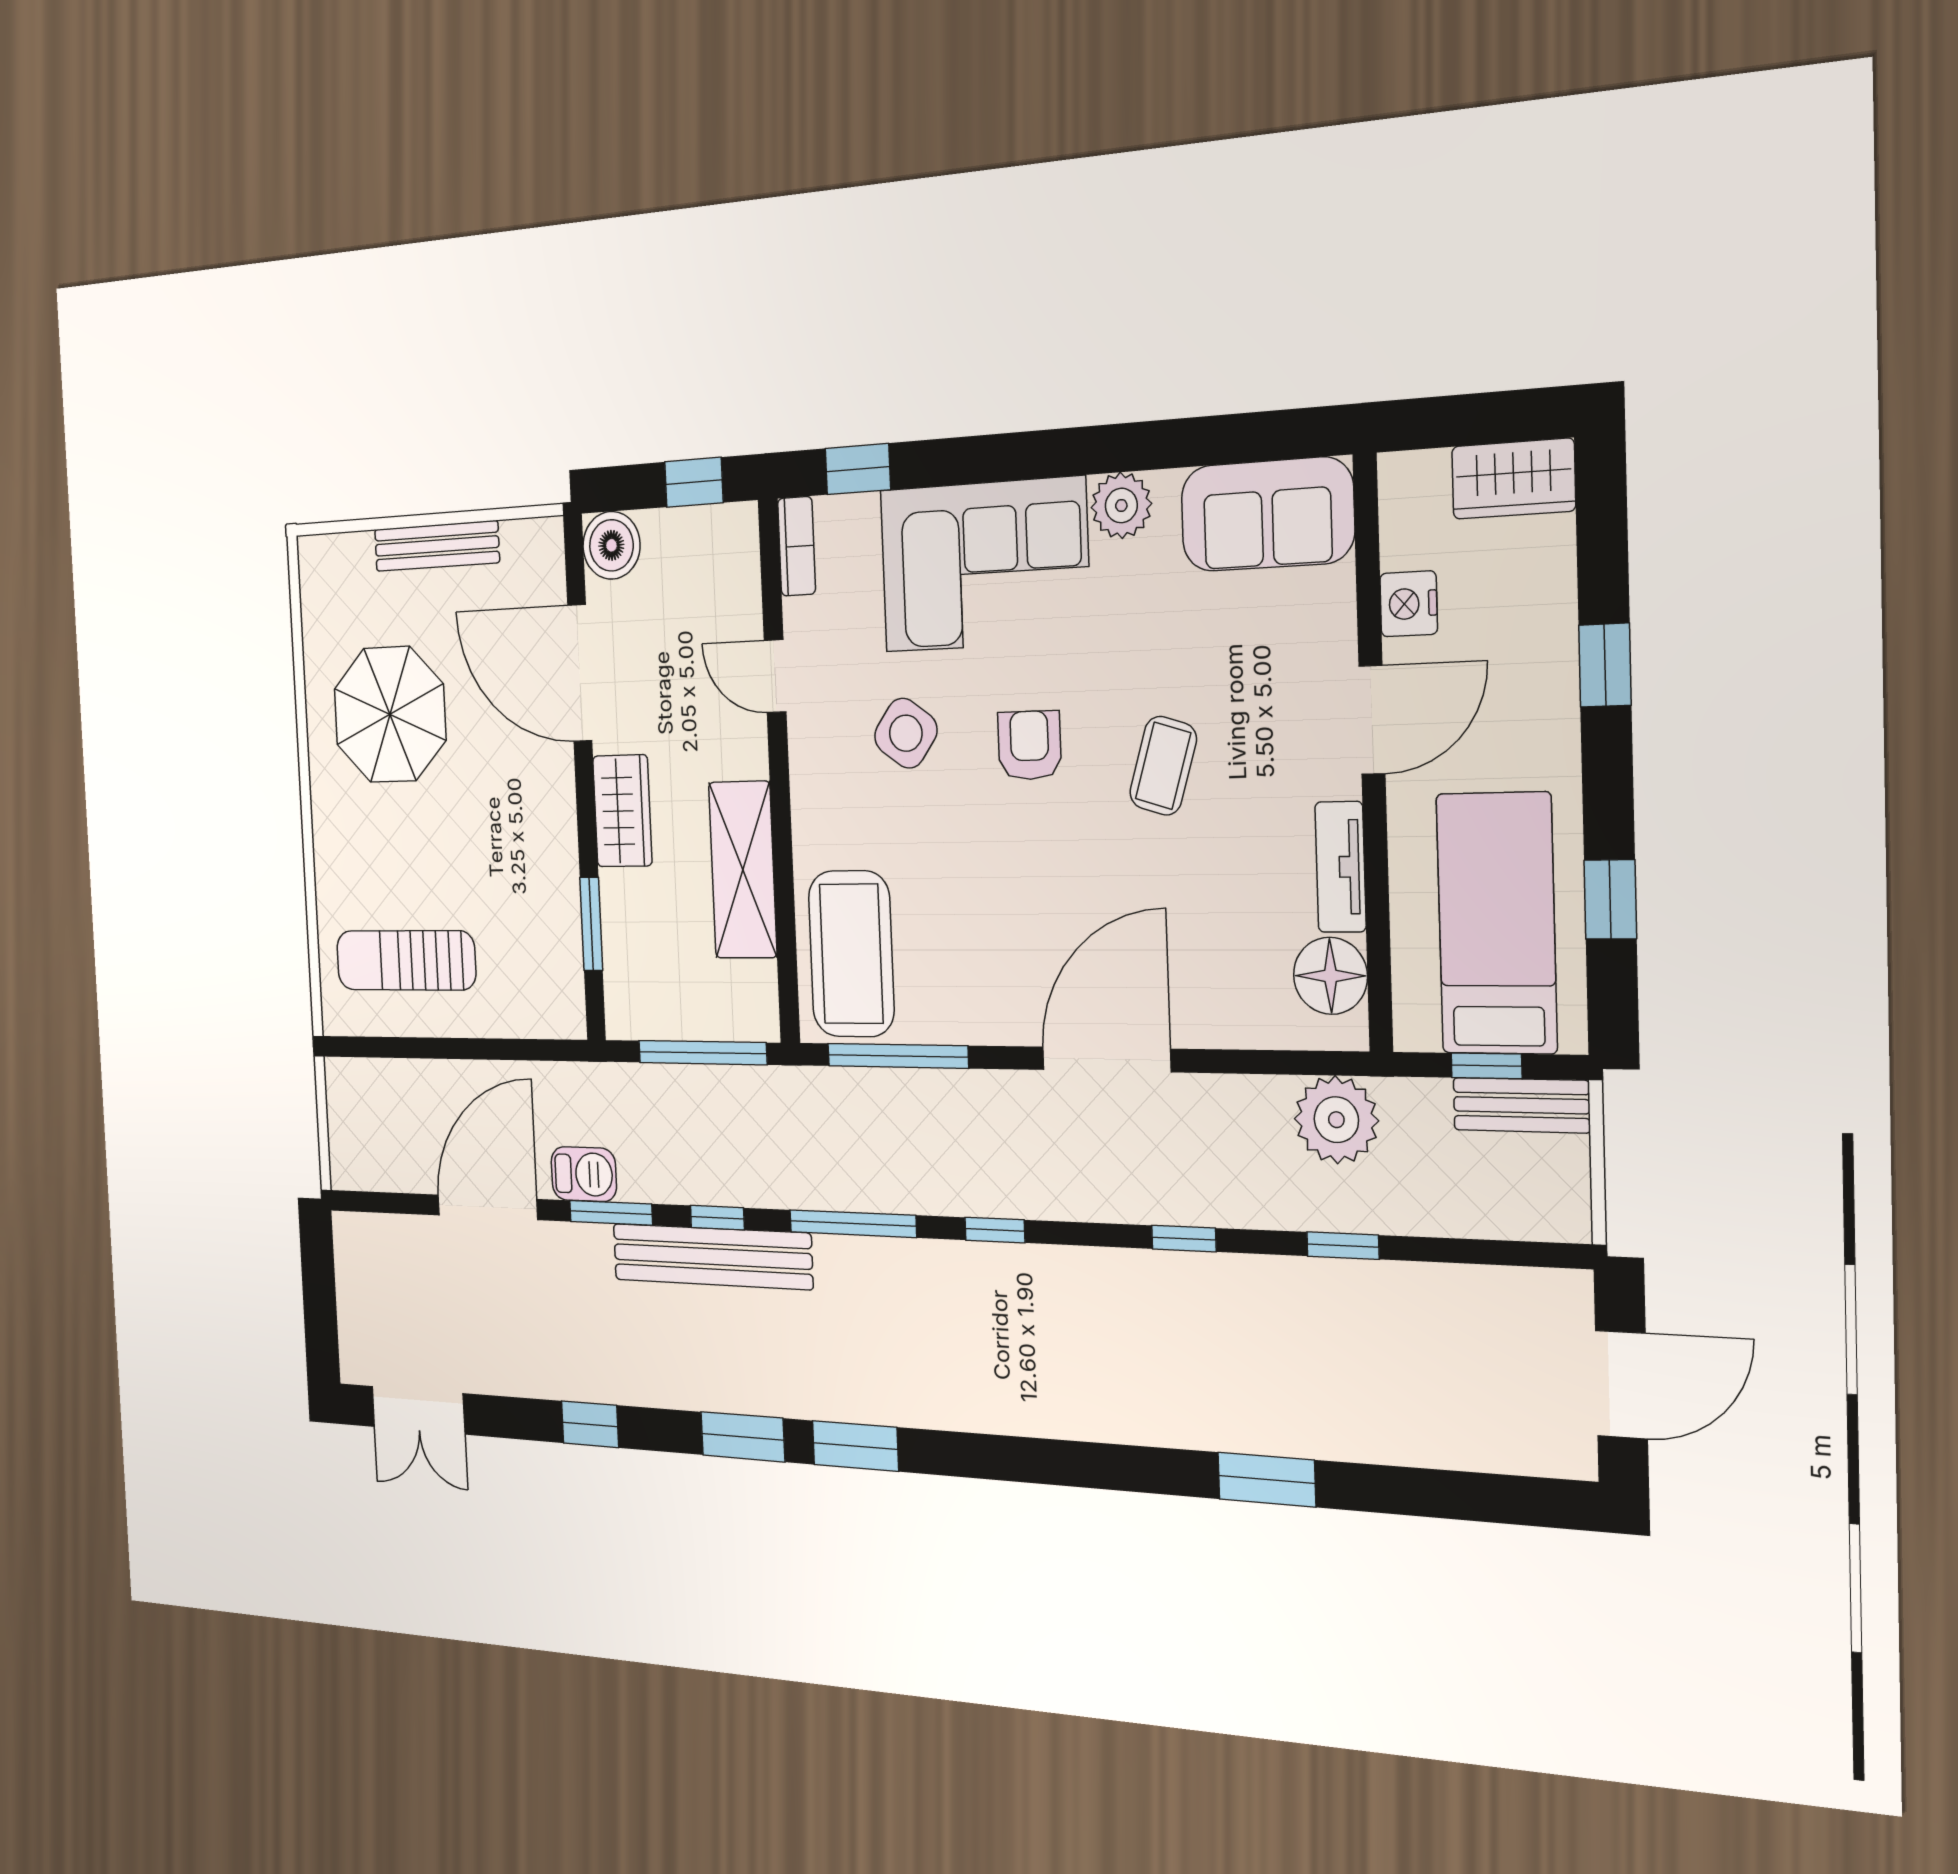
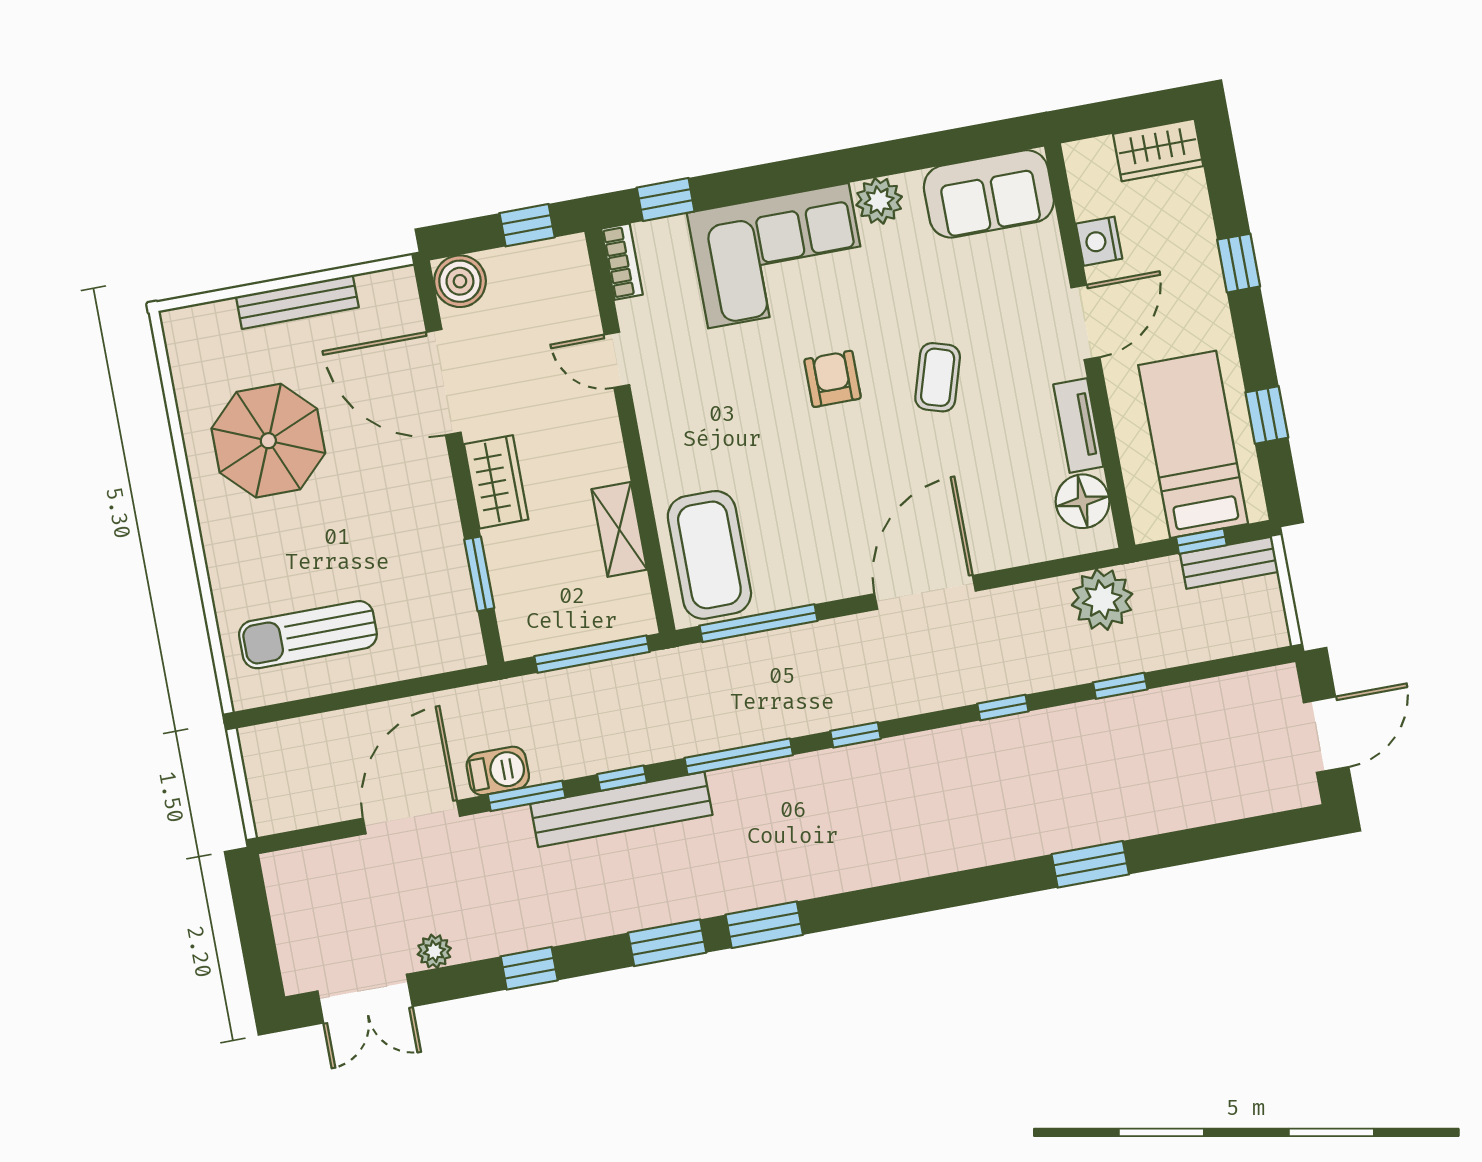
side table: (906, 733) -> (732, 385), removed
shelving: (743, 870) -> (619, 529), width x0.67, depth x0.75
plant: (494, 1375) -> (434, 951), added

